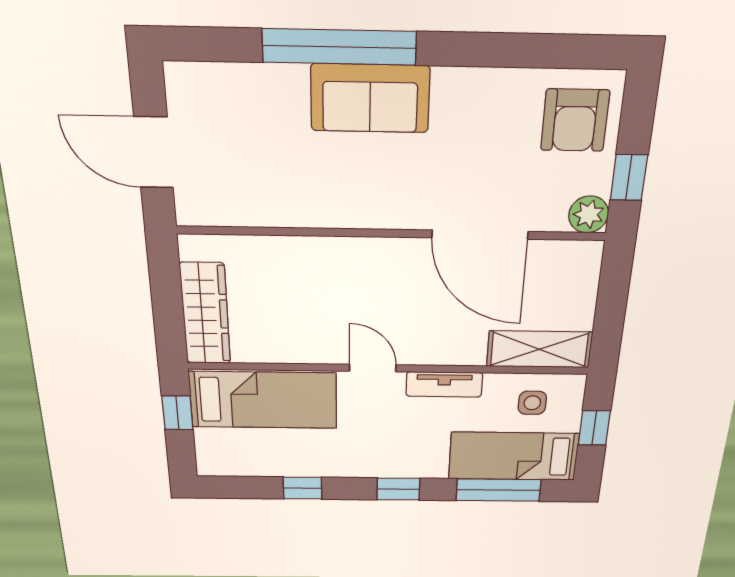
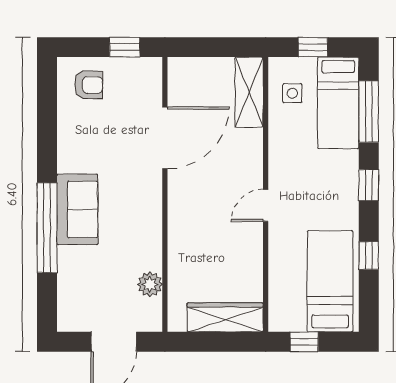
armchair: (575, 120) -> (89, 85), width x0.72, depth x0.72
plant: (589, 214) -> (150, 284), moved
tv unit: (444, 384) -> (278, 156), removed
bed: (263, 400) -> (330, 281), moved

